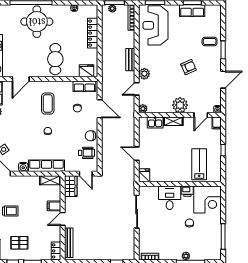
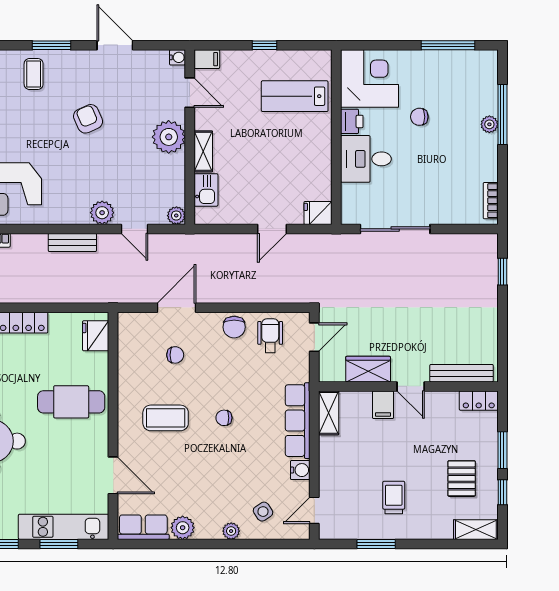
row of seats: (84, 86) -> (129, 340), removed
wardrobe: (71, 186) -> (368, 369), moved

